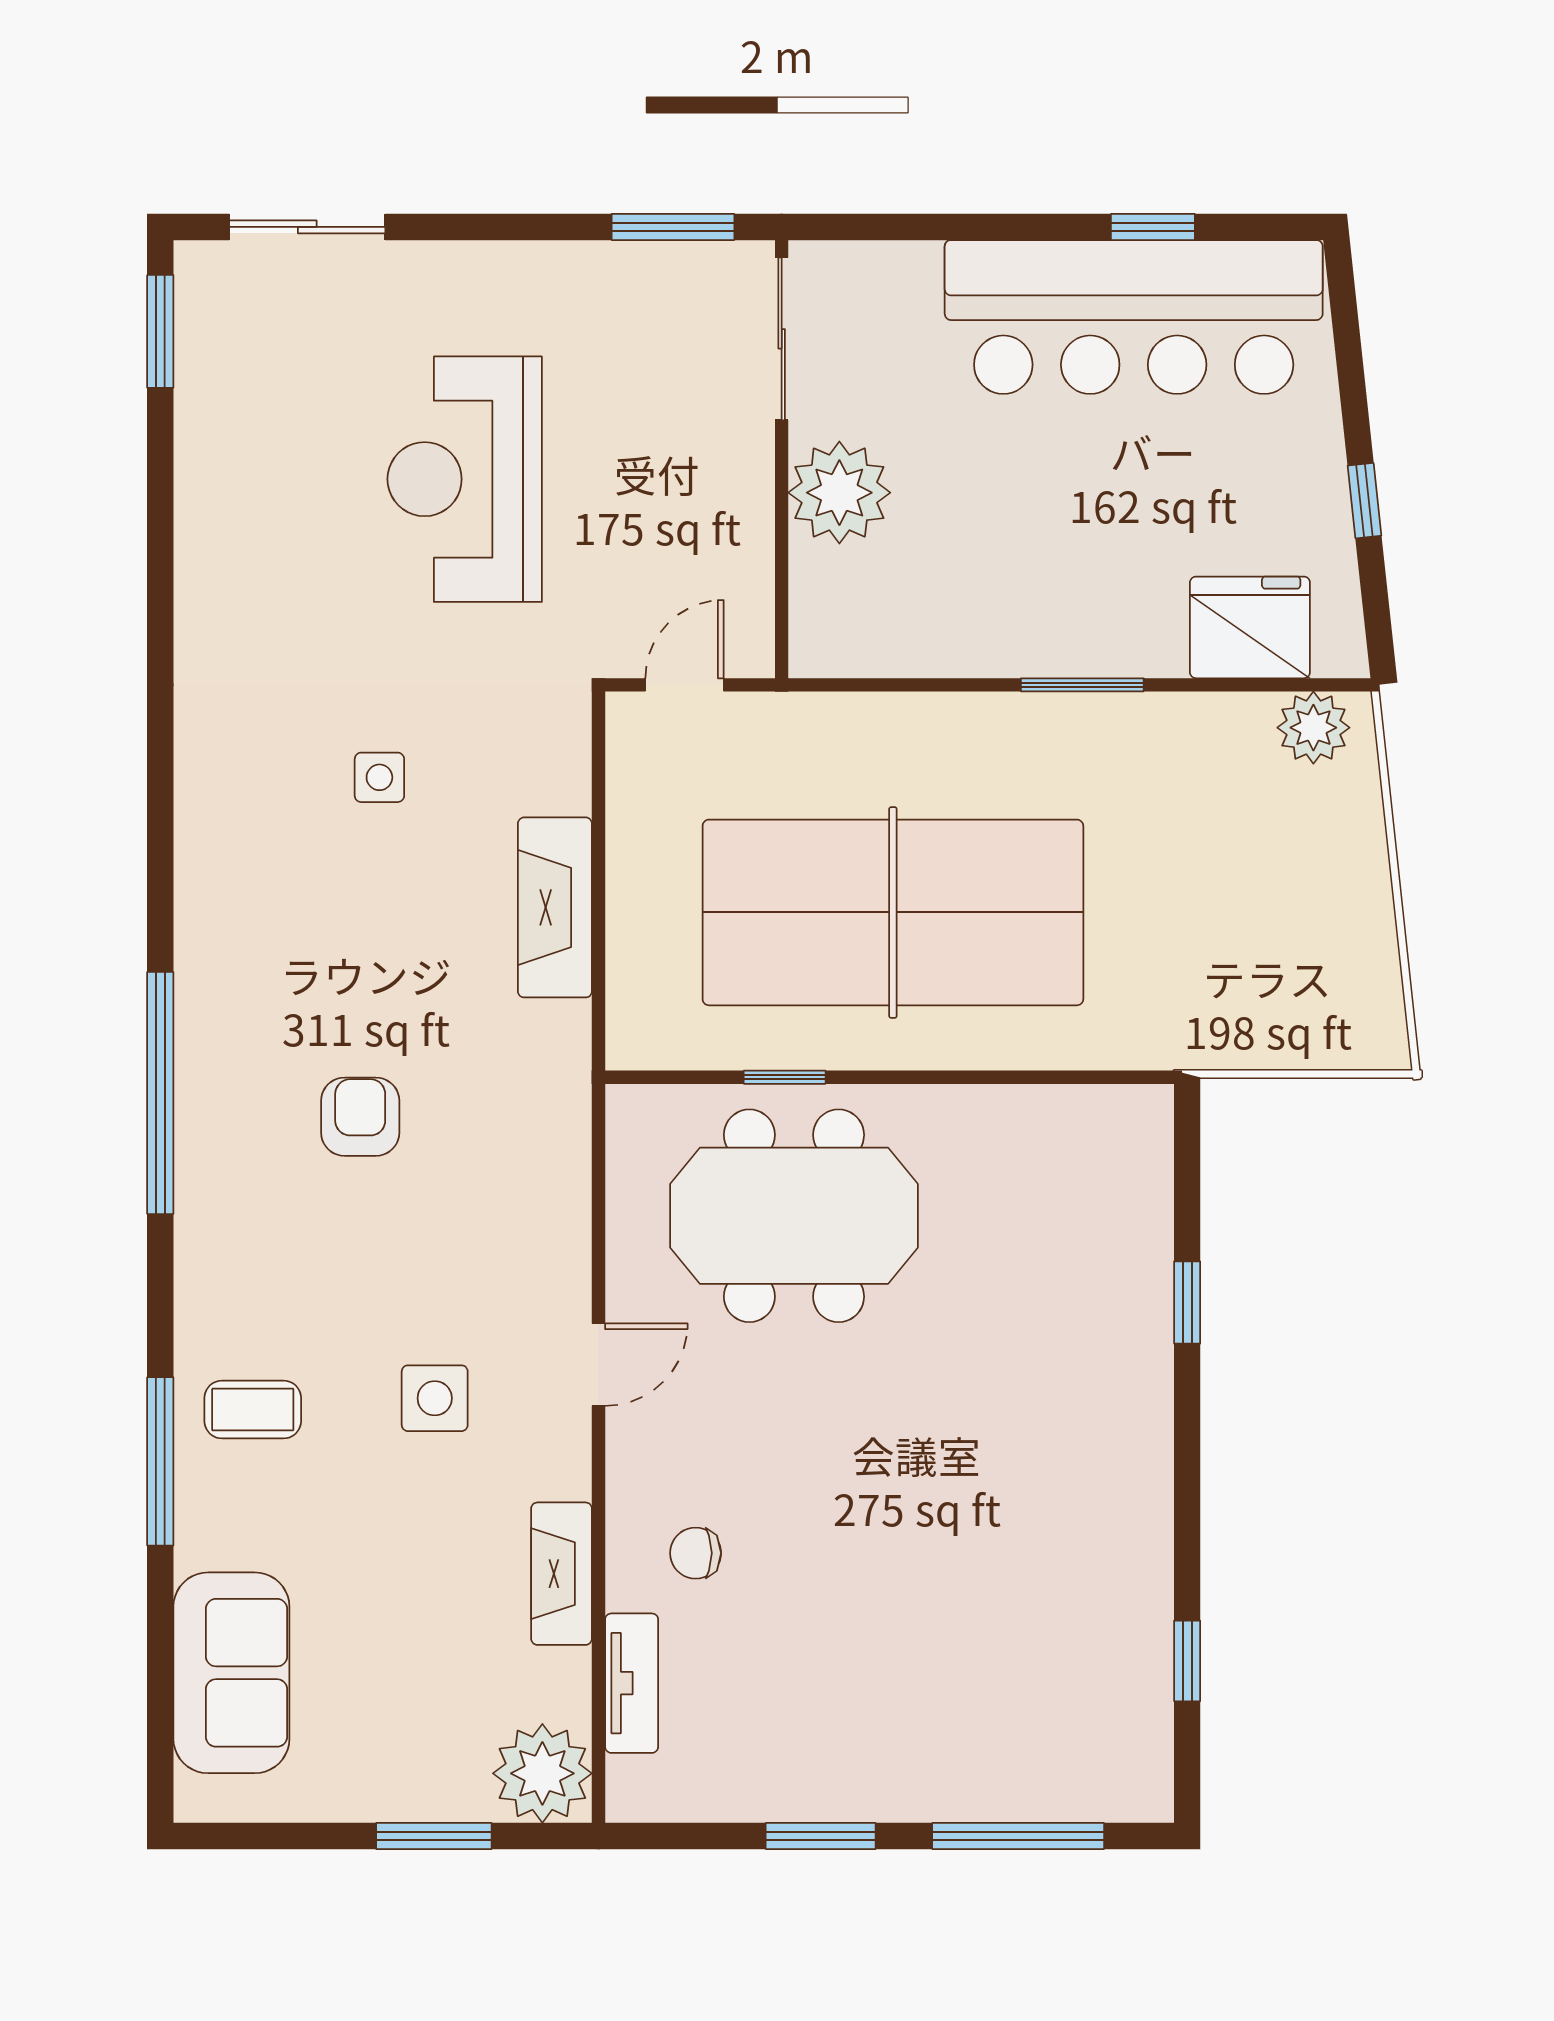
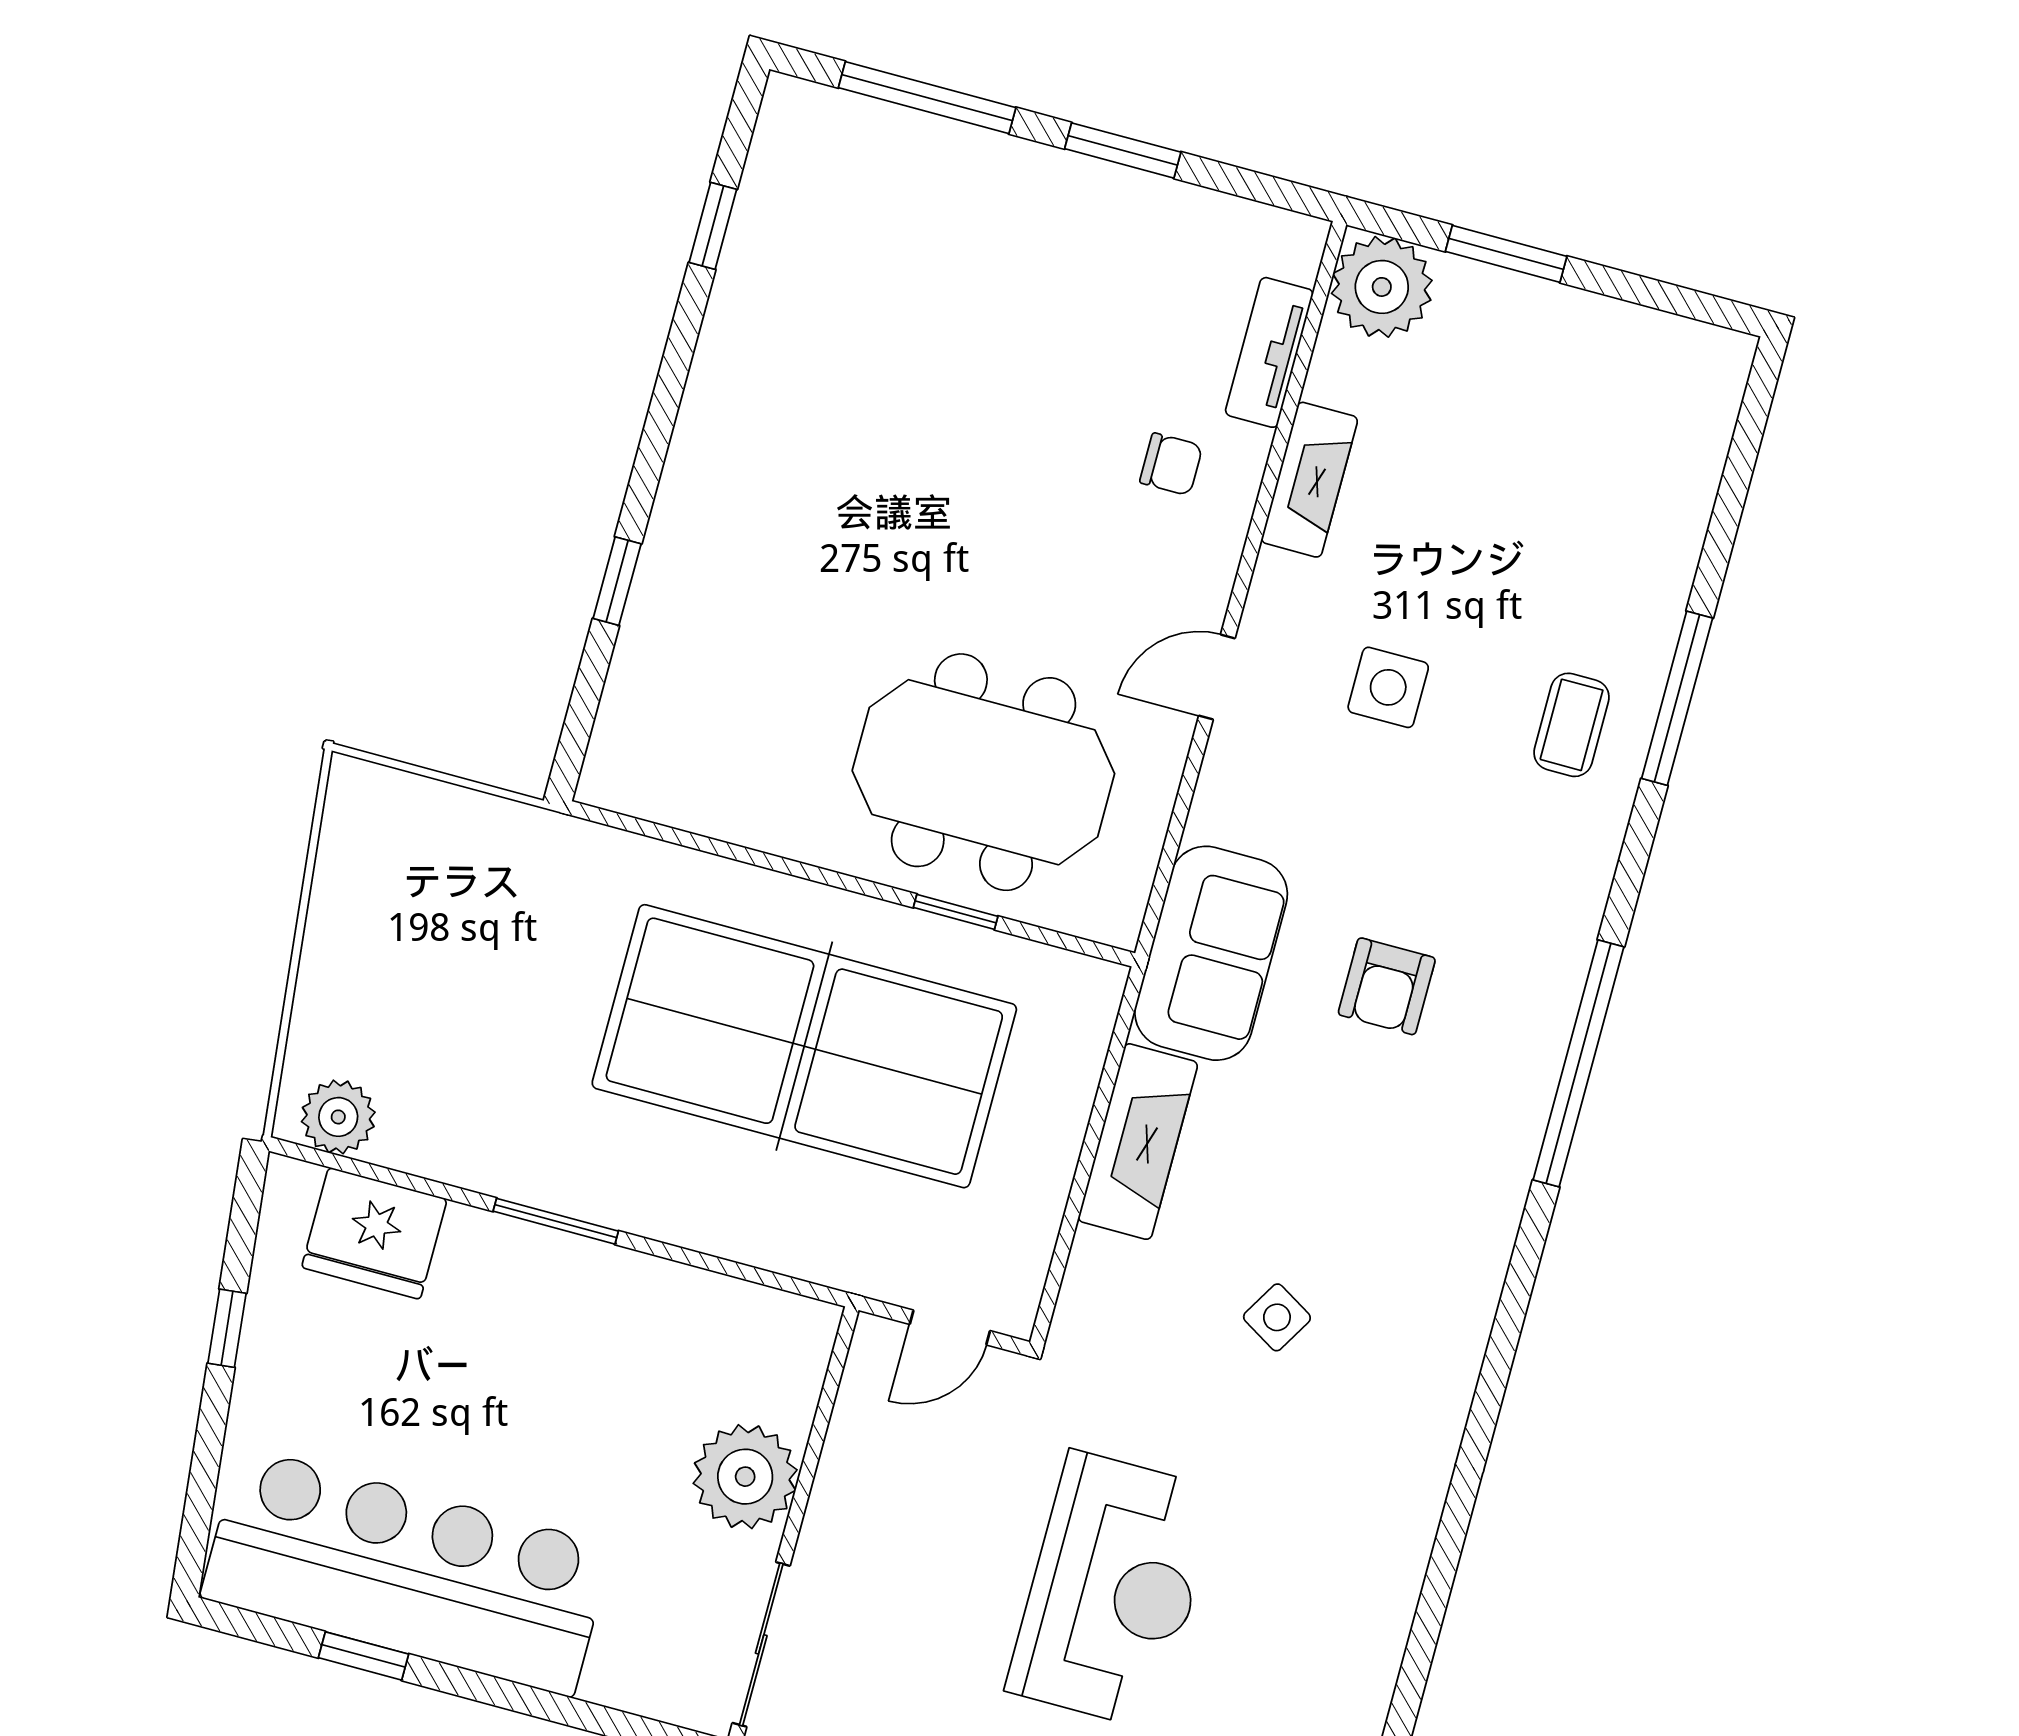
side table: (379, 777) -> (1277, 1317), turned 31
coffee table: (253, 1410) -> (1571, 725), turned 90
sofa: (231, 1673) -> (1211, 953), moved, turned 180

